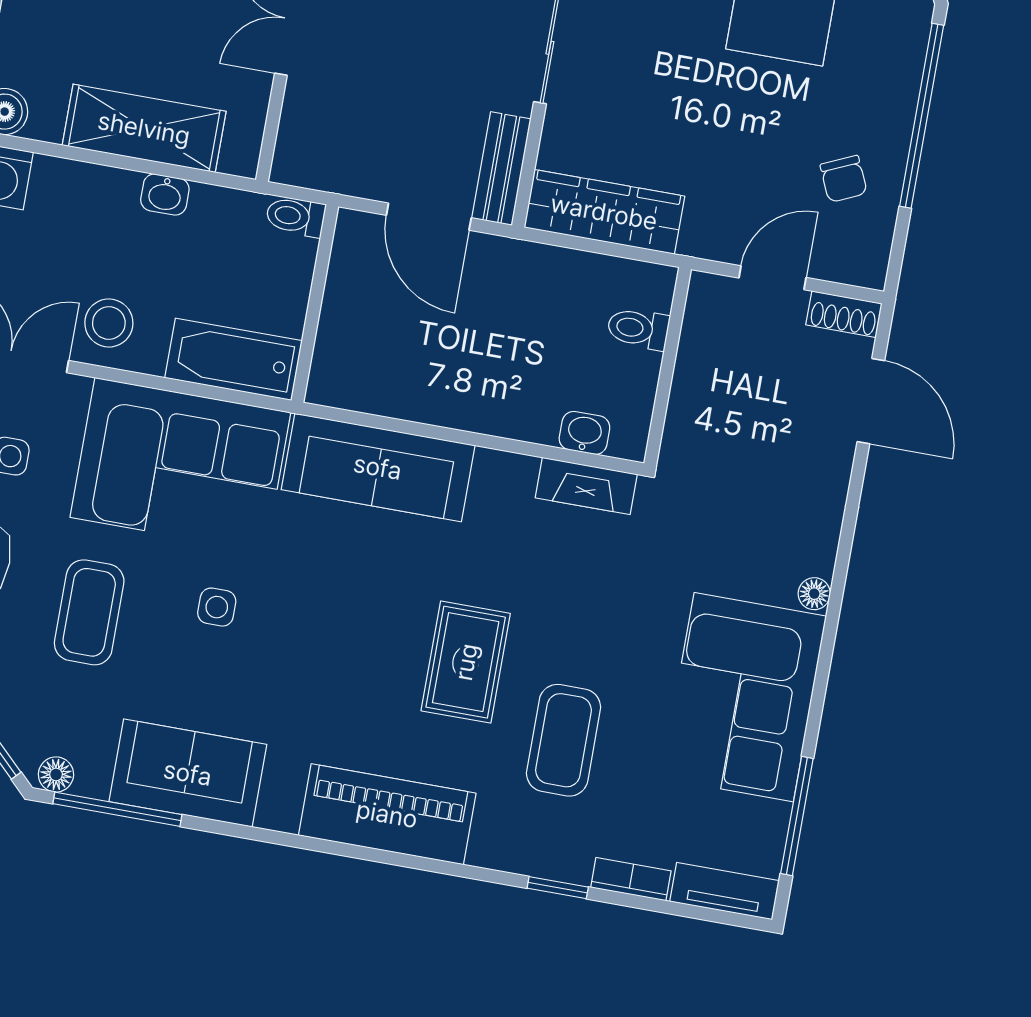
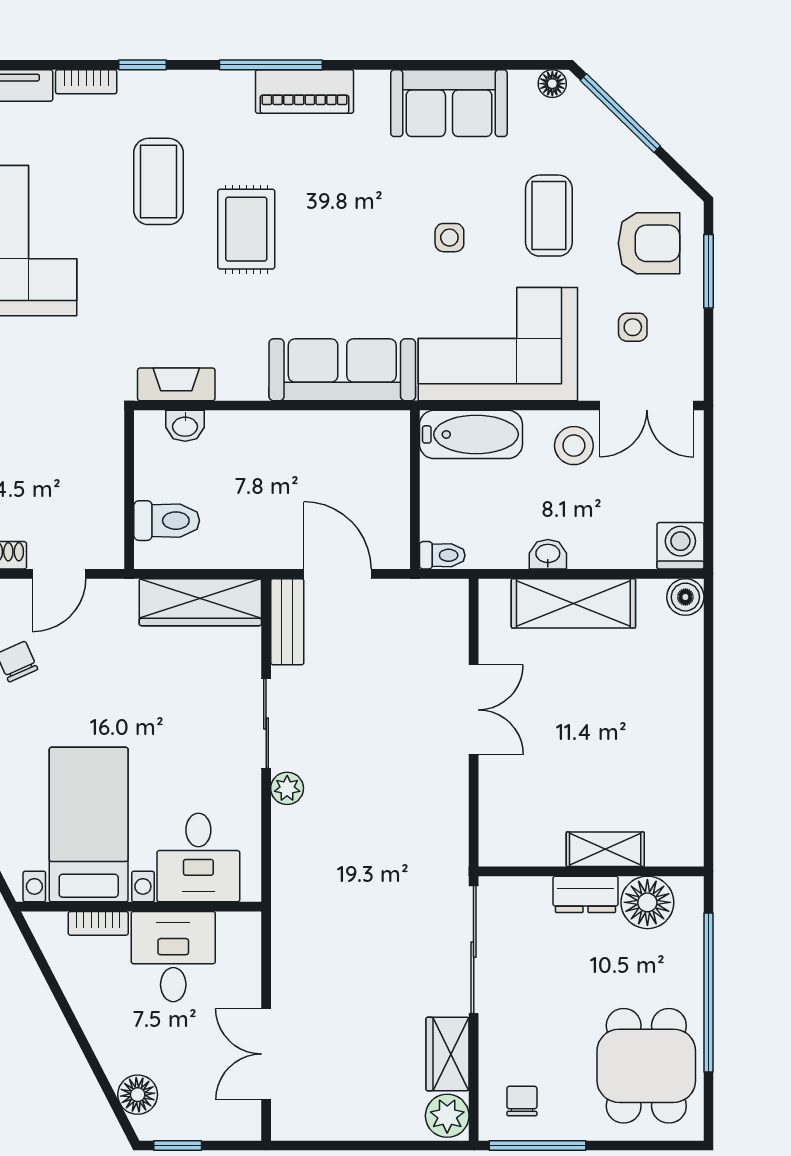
toilet: (638, 329) -> (167, 521), width x1.37, depth x1.39
window: (117, 809) -> (271, 65), moved
piano: (387, 814) -> (305, 92), width x0.73, depth x0.75

